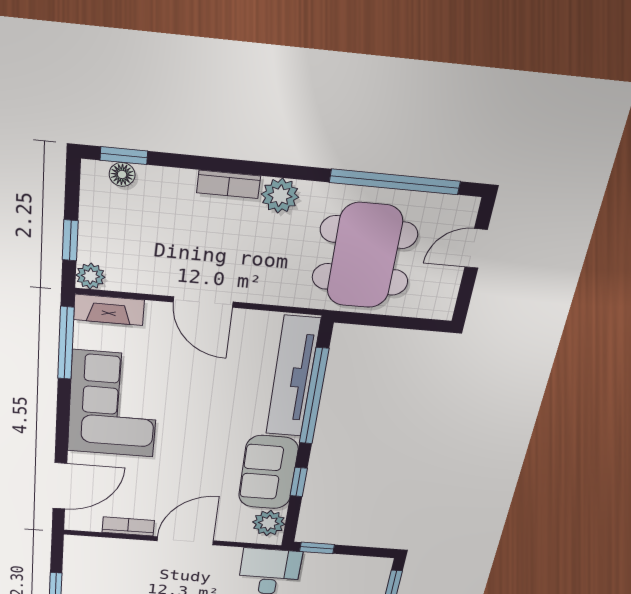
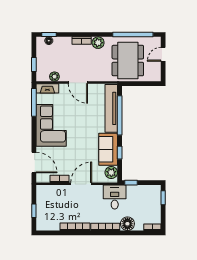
plant: (90, 276) -> (54, 77), moved
door: (60, 486) -> (34, 163), hinge flipped

